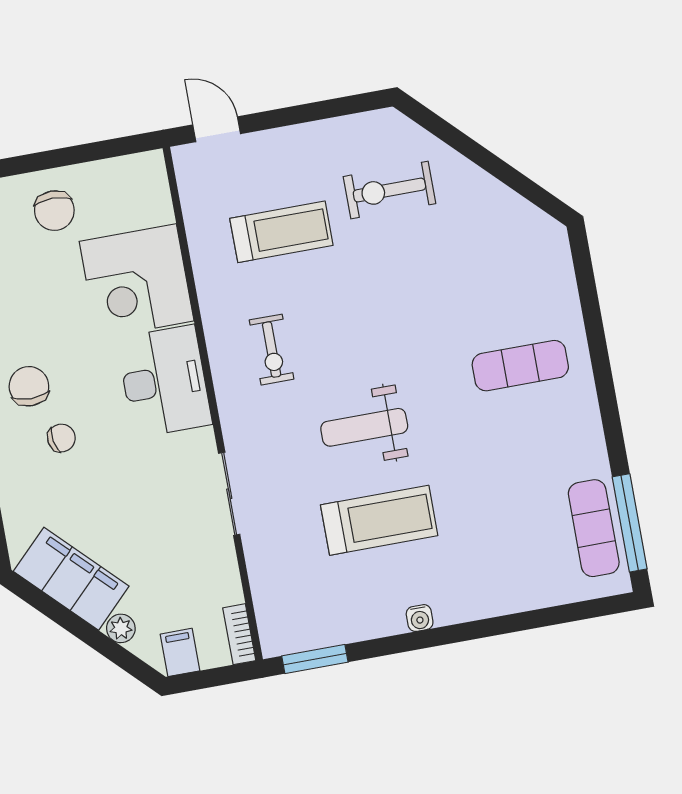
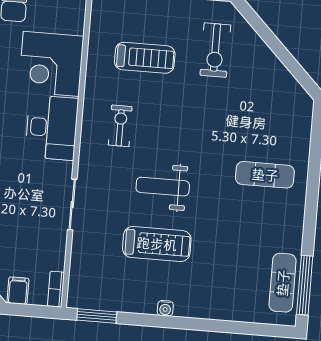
exercise bike: (389, 190) -> (215, 50), turned -90
exercise bike: (272, 350) -> (120, 126), turned 180

